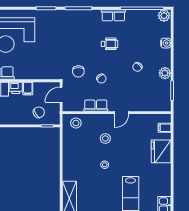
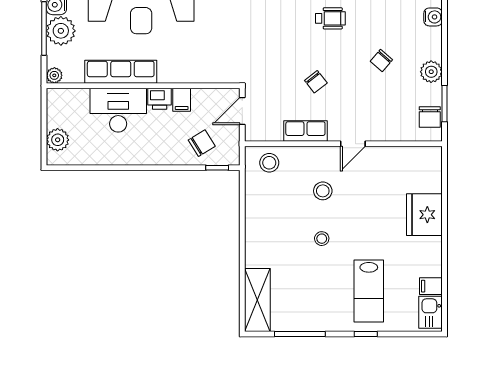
chair: (78, 71) -> (430, 117), moved
filing cabinet: (165, 128) -> (431, 286), moved

